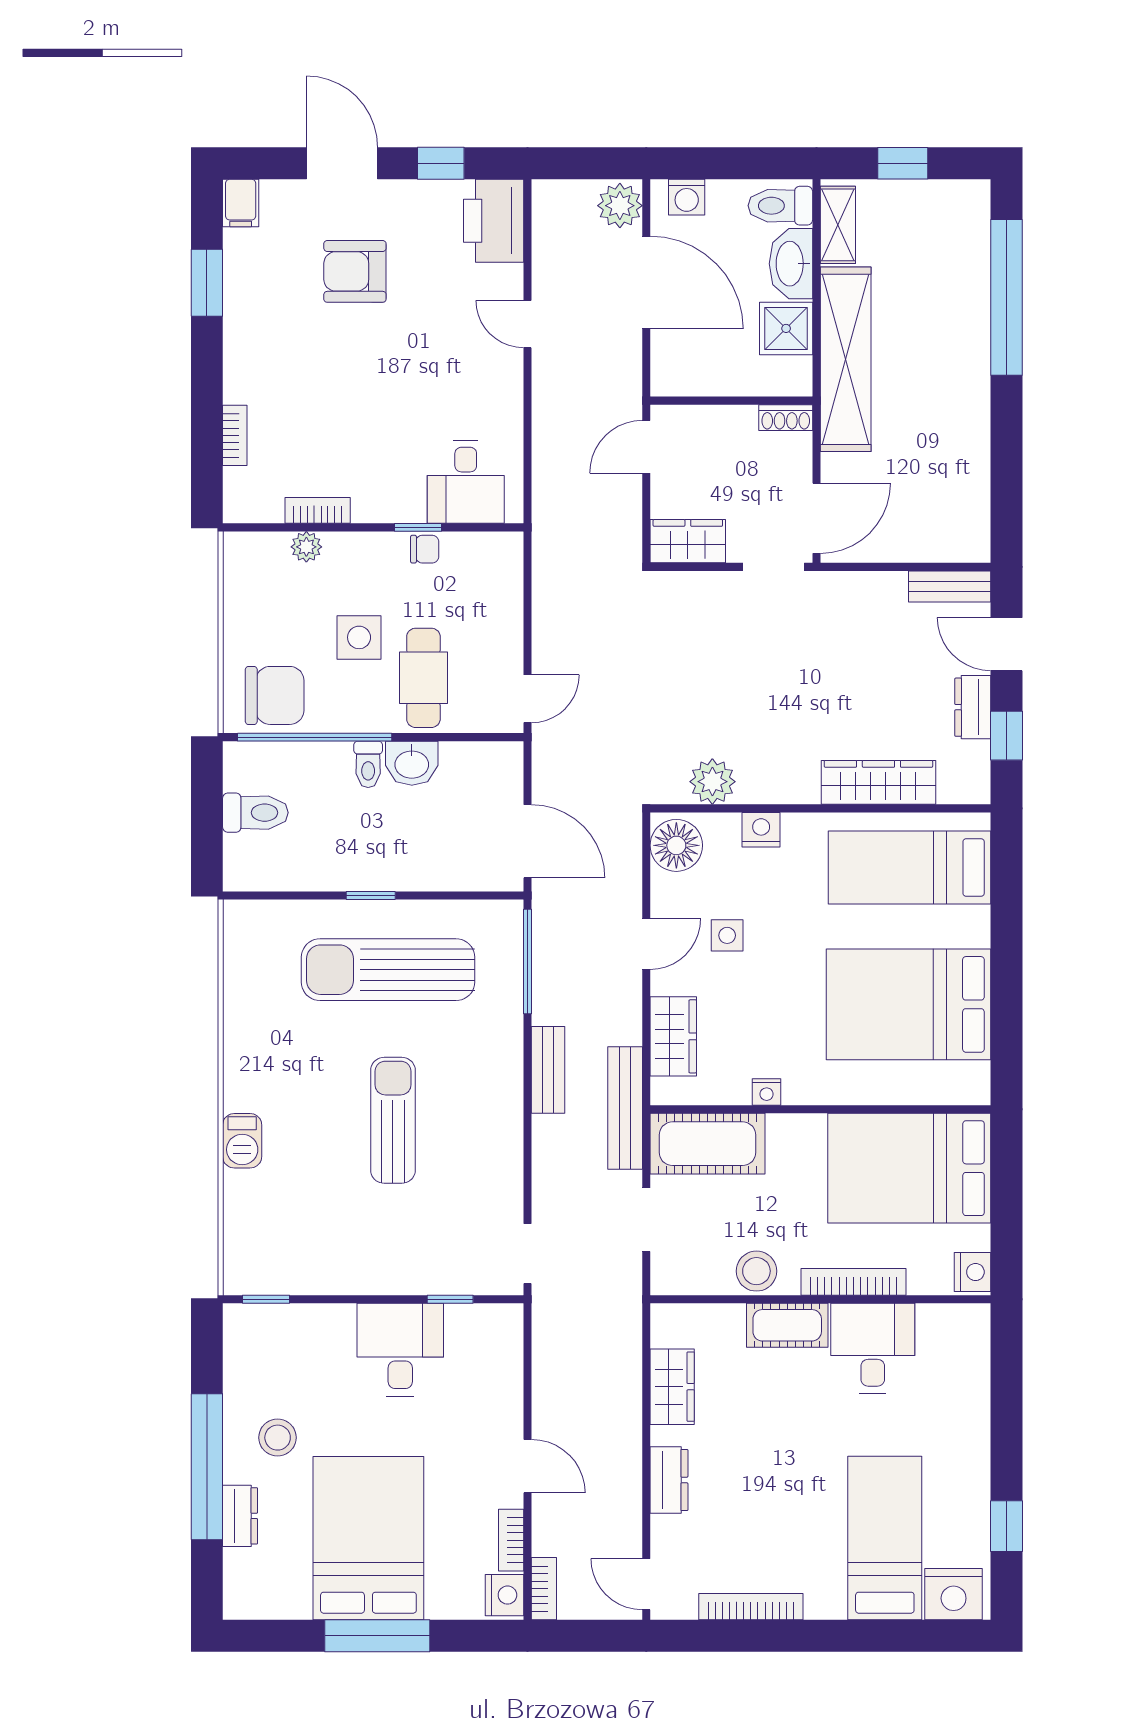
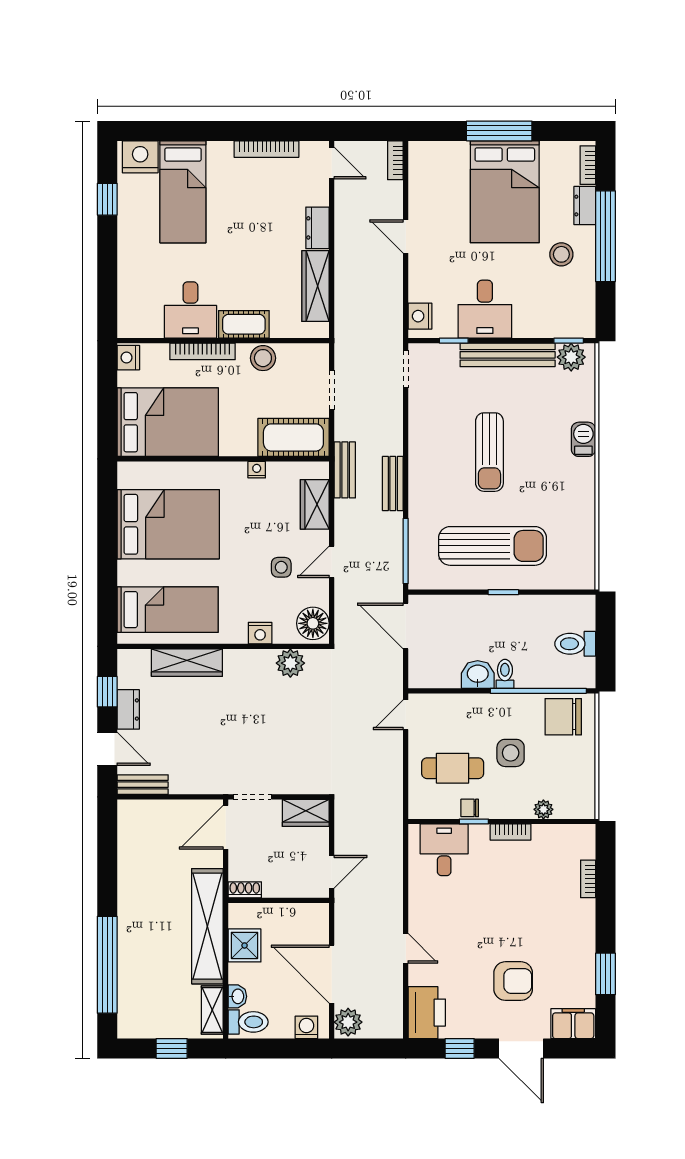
filing cabinet: (241, 203) -> (573, 1024), width x2.00
washbasin: (791, 264) -> (237, 996), width x0.52, depth x0.69
bookcase: (318, 510) -> (511, 832), moved
cafe table: (423, 678) -> (453, 768), moved, turned 90
bench: (625, 1108) -> (345, 470), width x0.73
plant: (262, 1273) -> (571, 357), added
bench: (364, 1276) -> (508, 355), added
wardrobe: (672, 1387) -> (315, 286), width x1.50
bookcase: (511, 1540) -> (588, 165), moved, turned 180
nightstand: (504, 1595) -> (420, 316), moved

